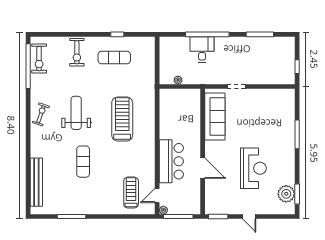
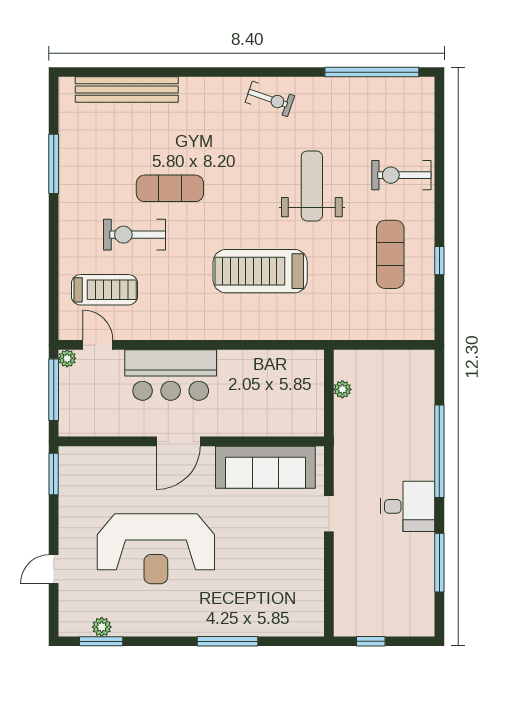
desk: (202, 49) -> (407, 506), moved
exercise bike: (39, 59) -> (134, 235), moved
weight bench: (76, 113) -> (312, 186), moved, turned -90
treadmill: (122, 119) -> (260, 271), turned 180
door: (203, 168) -> (178, 441), moved
reception desk: (253, 168) -> (156, 549), width x1.36, depth x1.30
plant: (286, 194) -> (102, 627), width x0.53, depth x0.53
door: (249, 217) -> (54, 569), moved

